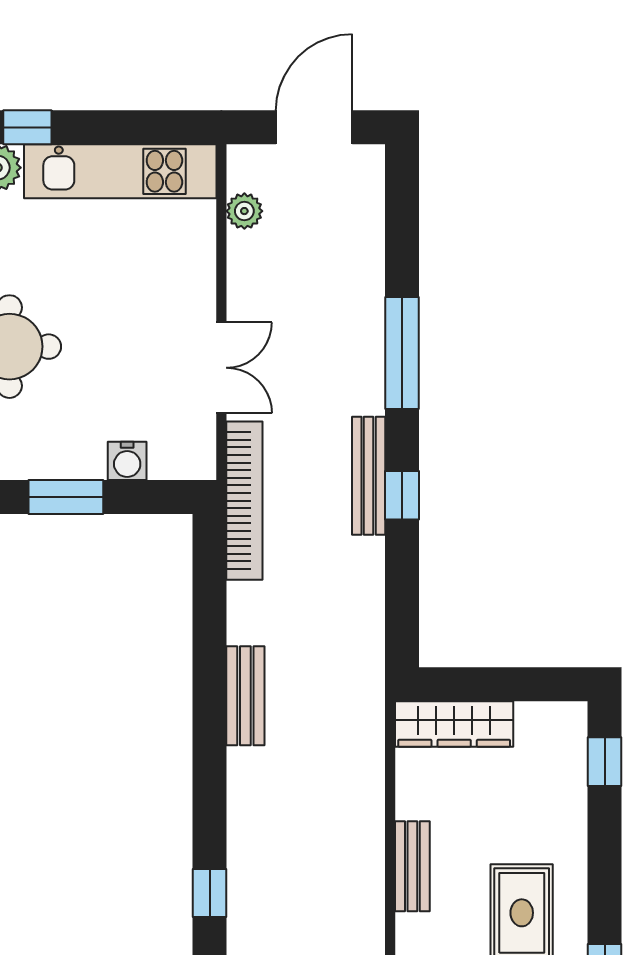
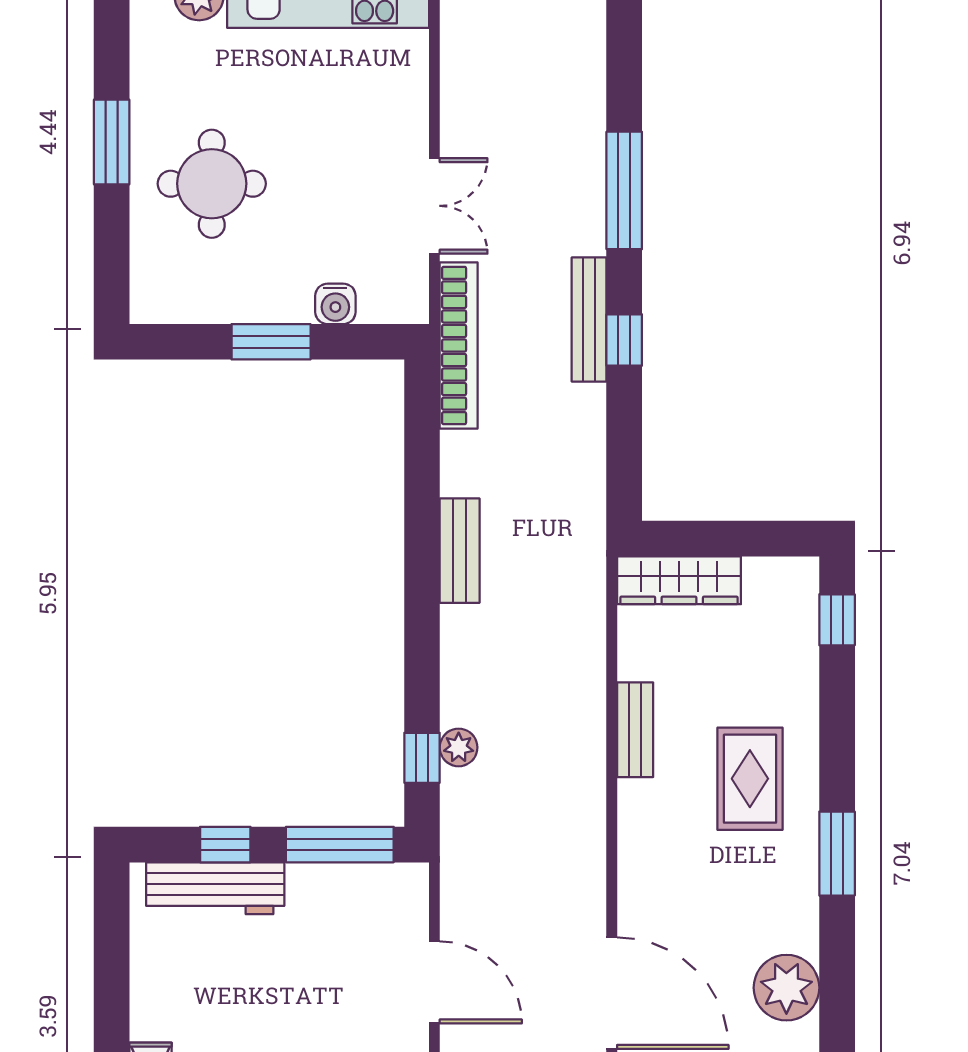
plant: (244, 211) -> (459, 747), moved

